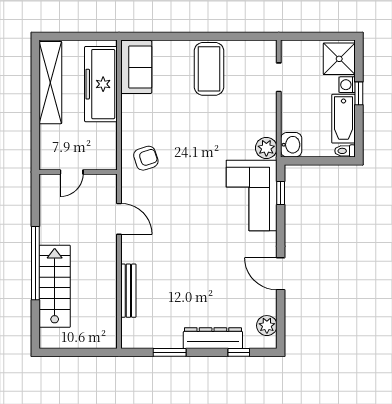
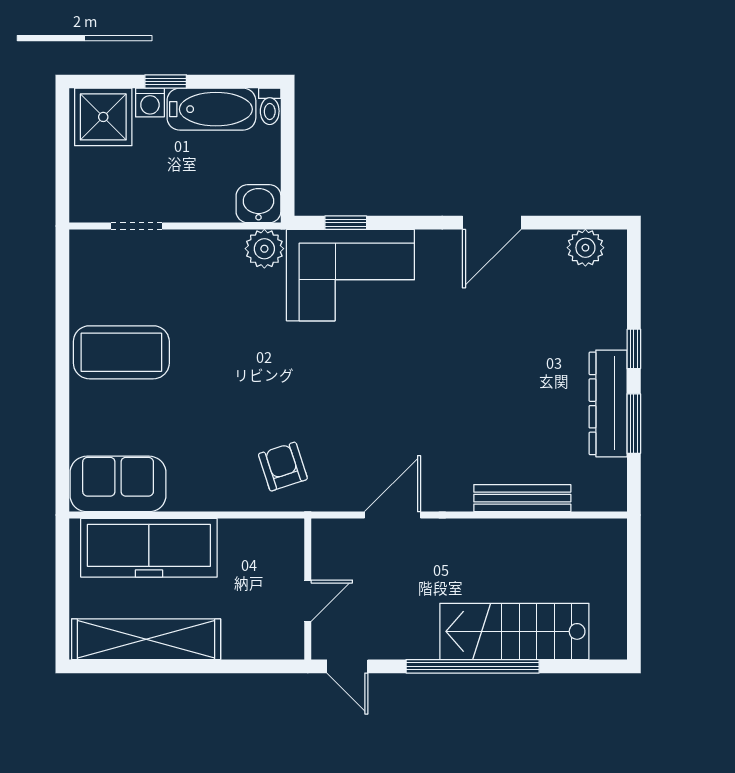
door: (72, 172) -> (308, 601), hinge flipped
door: (35, 194) -> (347, 666), added
dresser: (213, 338) -> (608, 403), moved
window: (239, 352) -> (634, 349), moved

